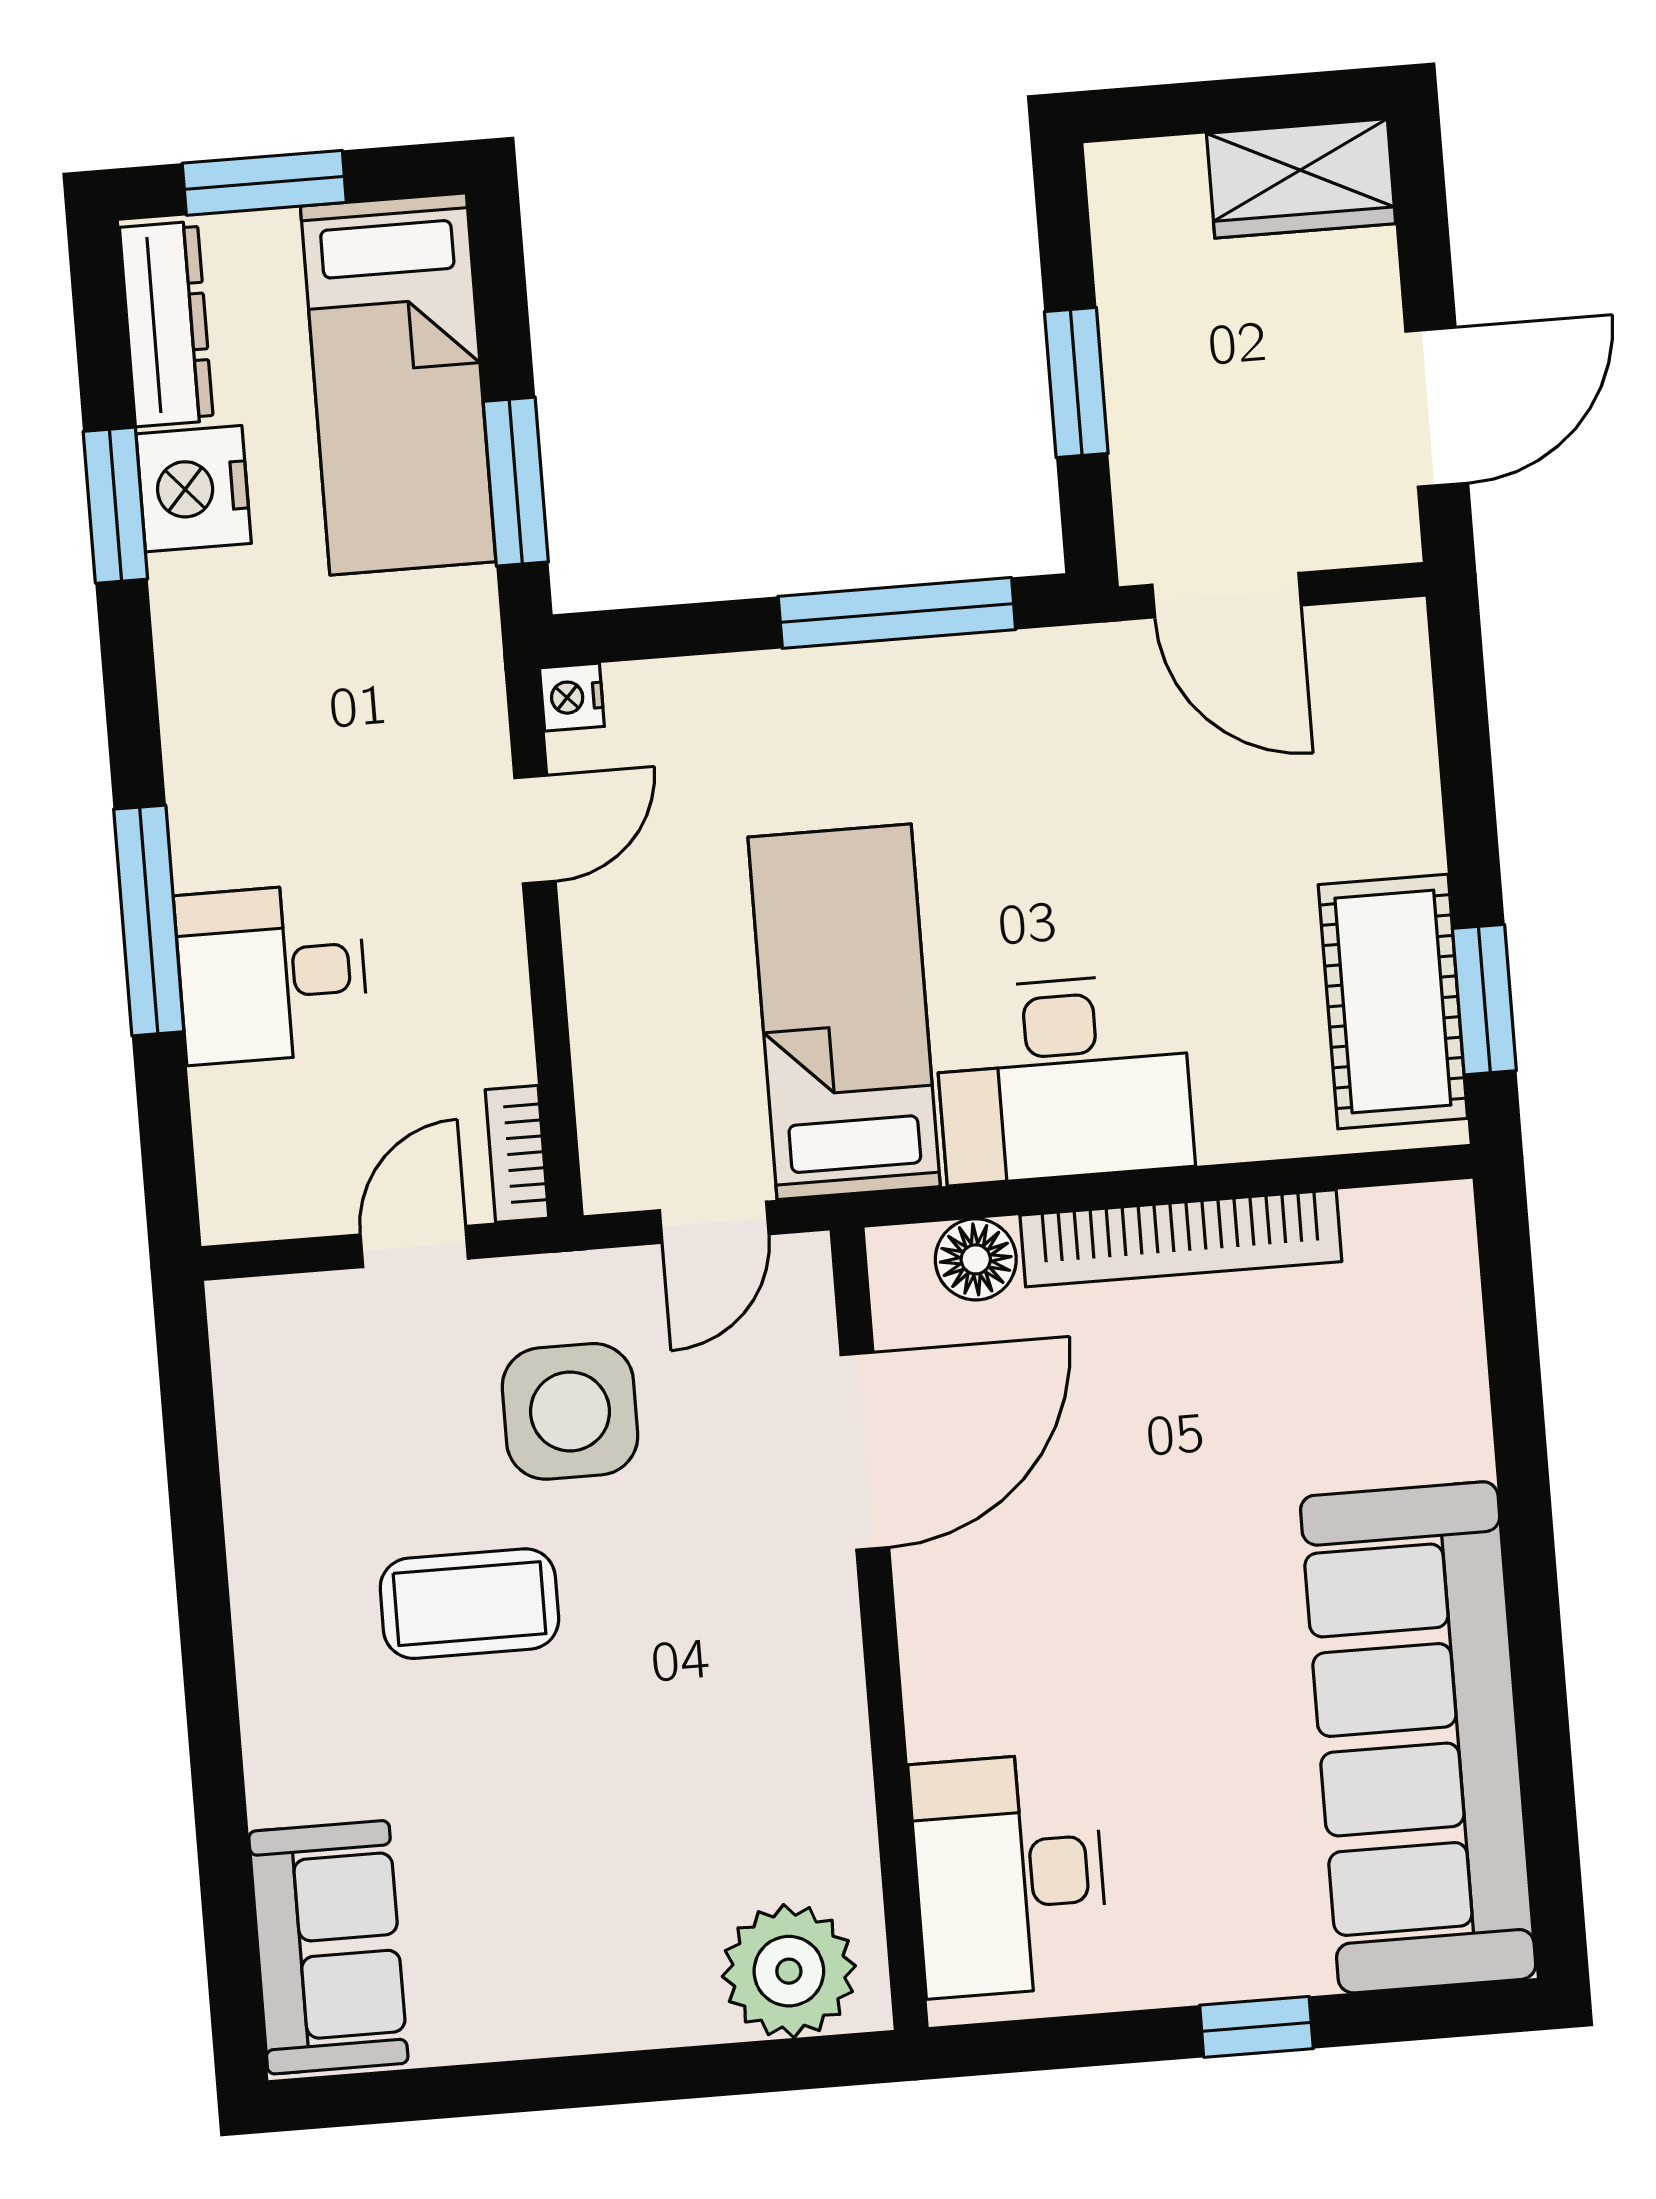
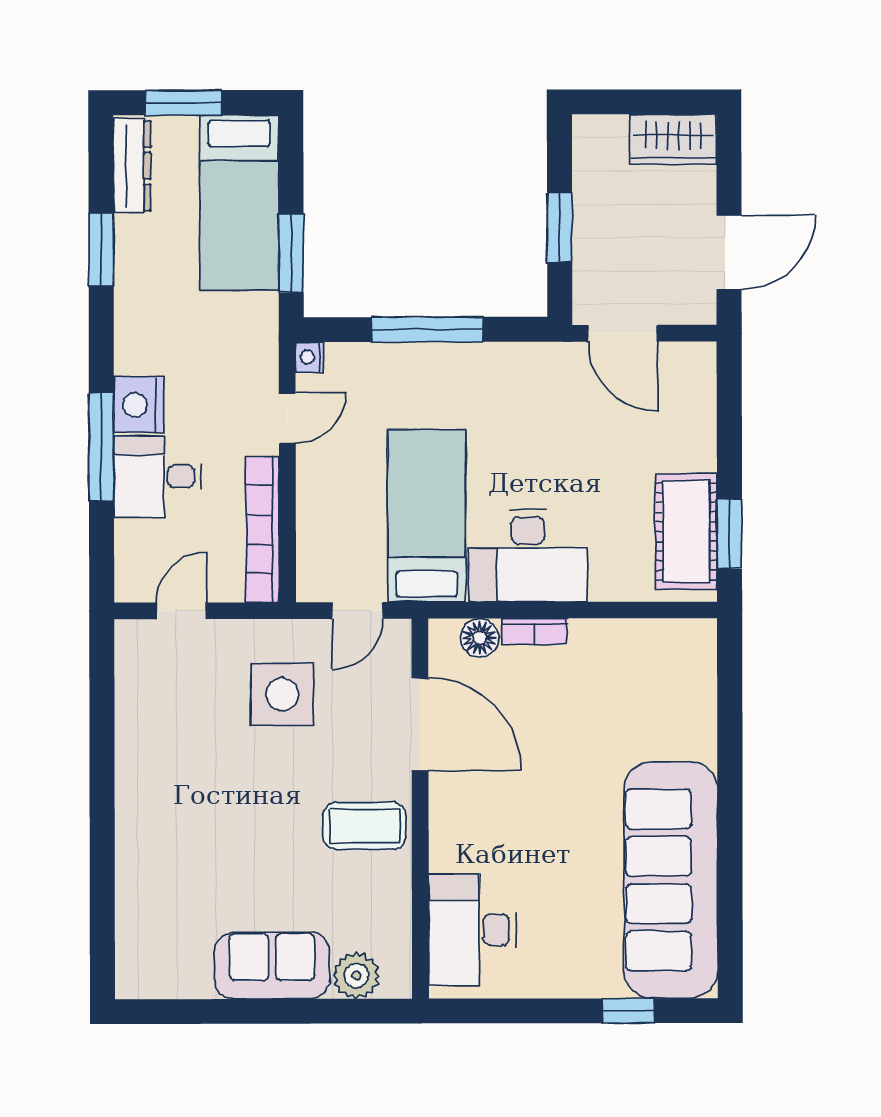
nightstand: (194, 489) -> (139, 405), moved
window: (897, 613) -> (427, 329), moved
bookcase: (517, 1154) -> (263, 529), width x2.31, depth x1.31
bookcase: (1181, 1238) -> (535, 631), width x0.43, depth x0.76
door: (414, 1246) -> (181, 611), moved
door: (865, 1451) -> (420, 724), hinge flipped
coffee table: (469, 1604) -> (364, 826), moved
sofa: (328, 1947) -> (272, 966), moved, turned -90
plant: (789, 1971) -> (356, 976), width x0.73, depth x0.73
window: (1256, 2027) -> (628, 1011), moved

